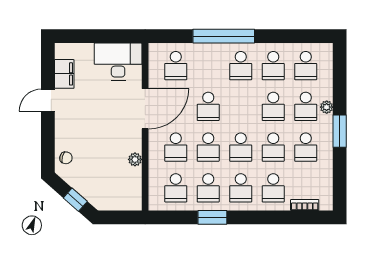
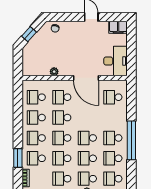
window: (224, 36) -> (131, 140), moved
filing cabinet: (64, 74) -> (118, 27), moved
school desk: (208, 106) -> (87, 138), moved
window: (212, 217) -> (18, 158), moved

